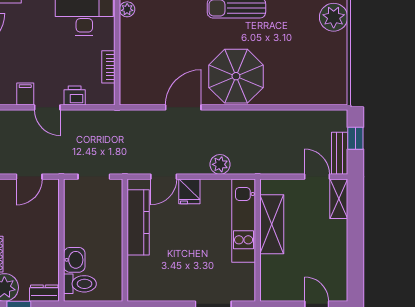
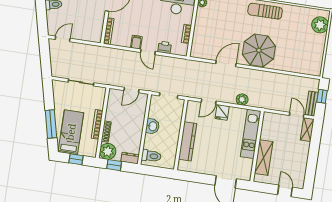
kitchen counter: (138, 222) -> (188, 141), moved
shelving: (272, 224) -> (264, 158), moved
washbasin: (74, 260) -> (152, 126), moved

